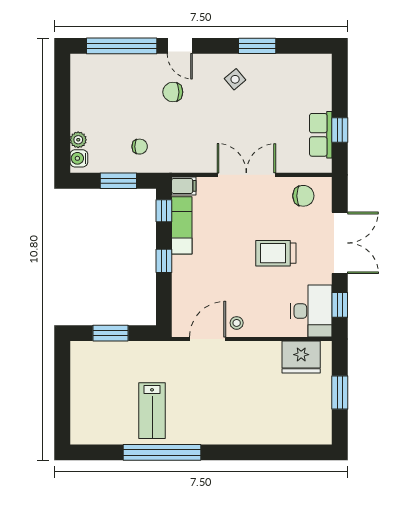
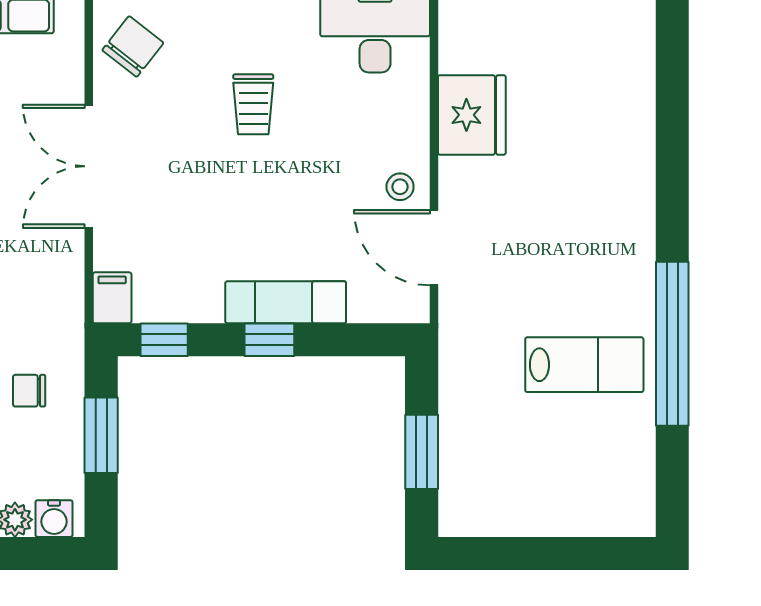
chair: (140, 147) -> (29, 391), turned -90
chair: (303, 196) -> (133, 47), turned 38
exam couch: (182, 225) -> (286, 302), moved
trolley: (276, 253) -> (253, 104), width x0.73, depth x0.72
fridge: (301, 357) -> (472, 115), moved

